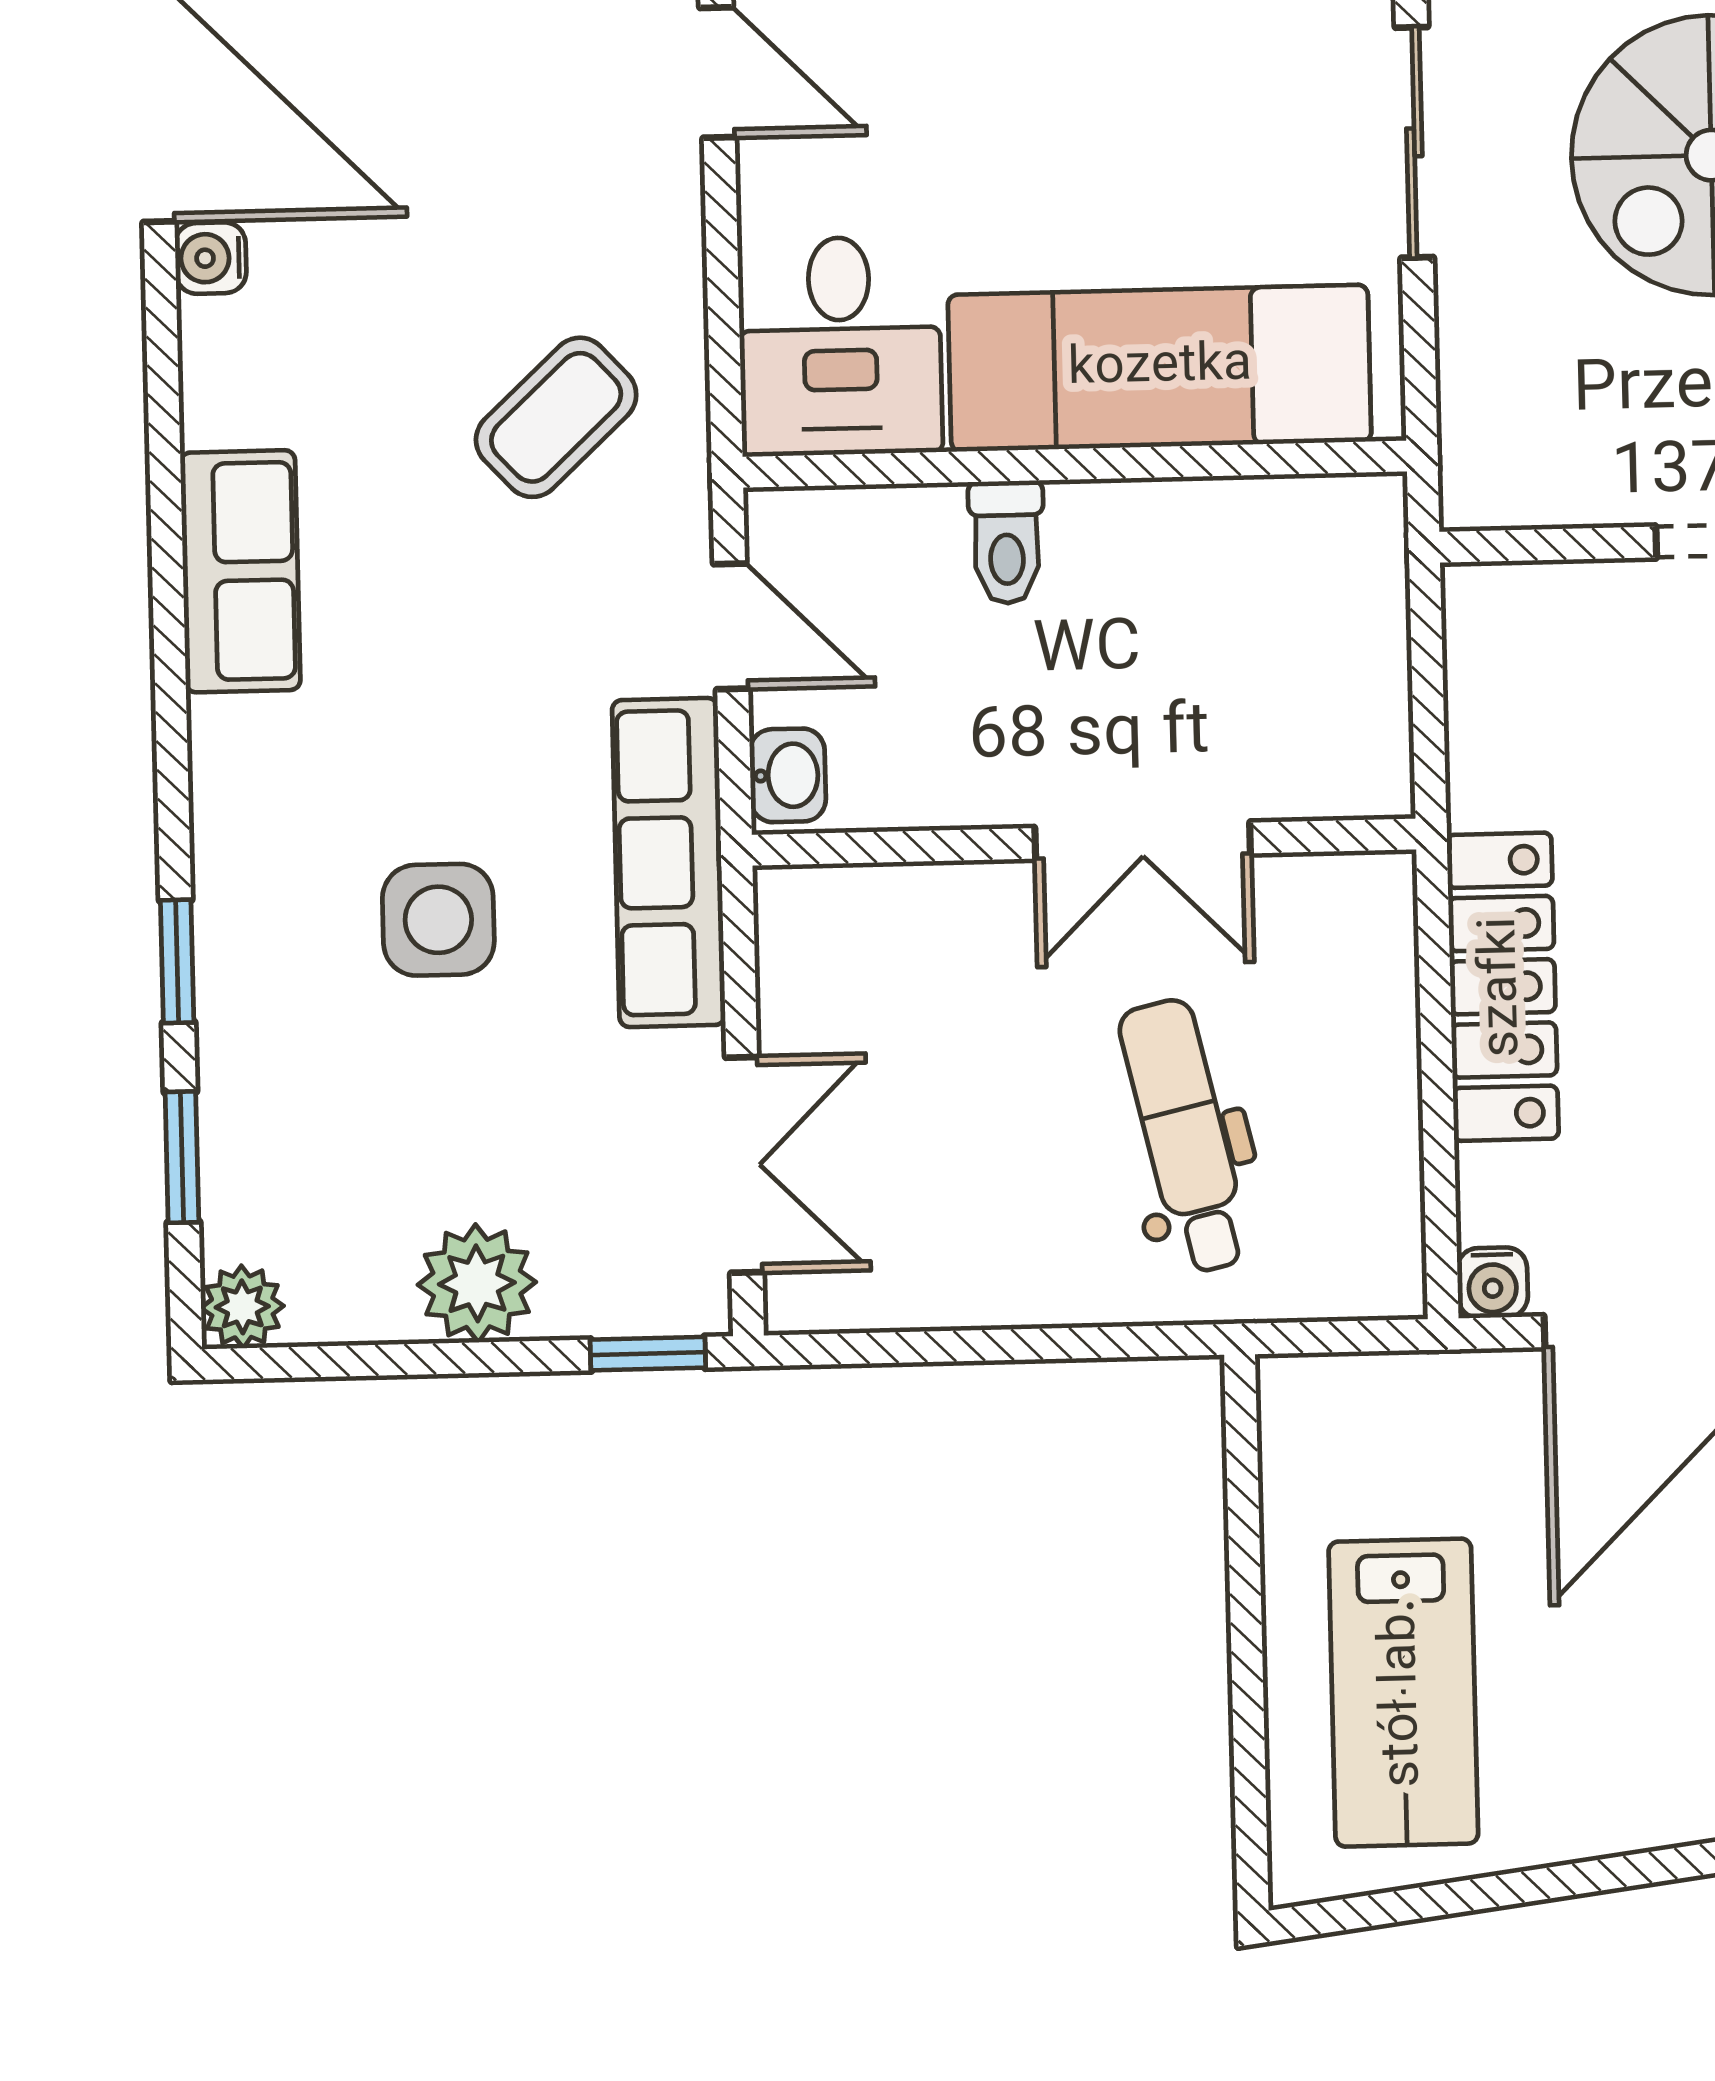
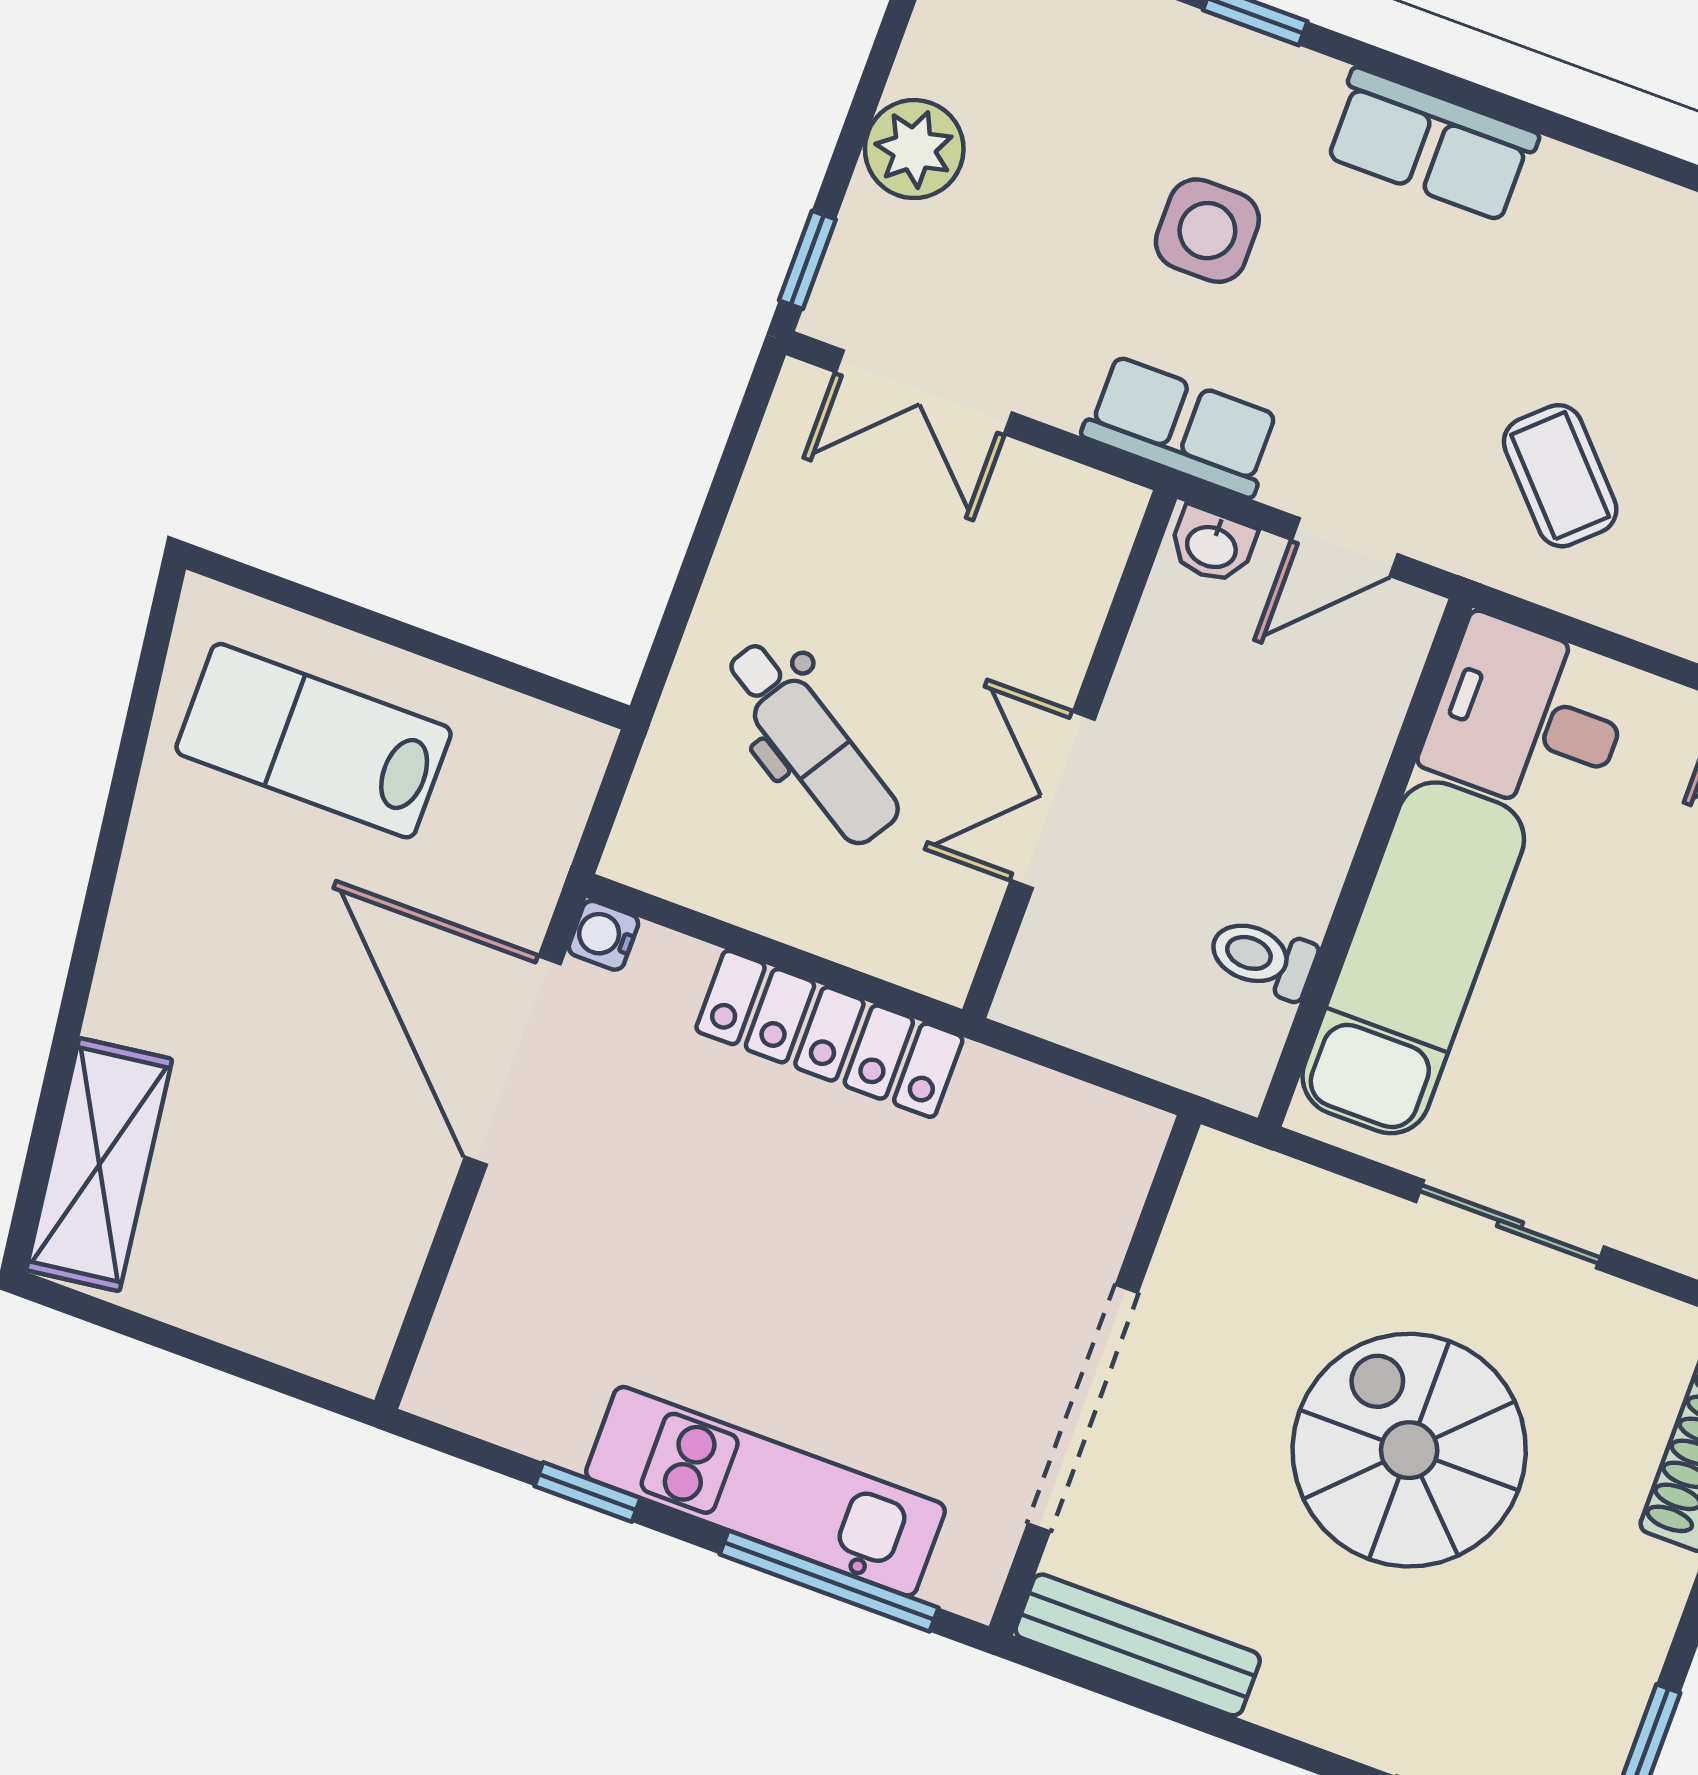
toilet: (1007, 542) -> (1262, 958), moved
row of seats: (240, 571) -> (1431, 145), moved
row of seats: (669, 862) -> (1181, 426), width x0.68
dental chair: (1185, 1136) -> (811, 742), turned 45

